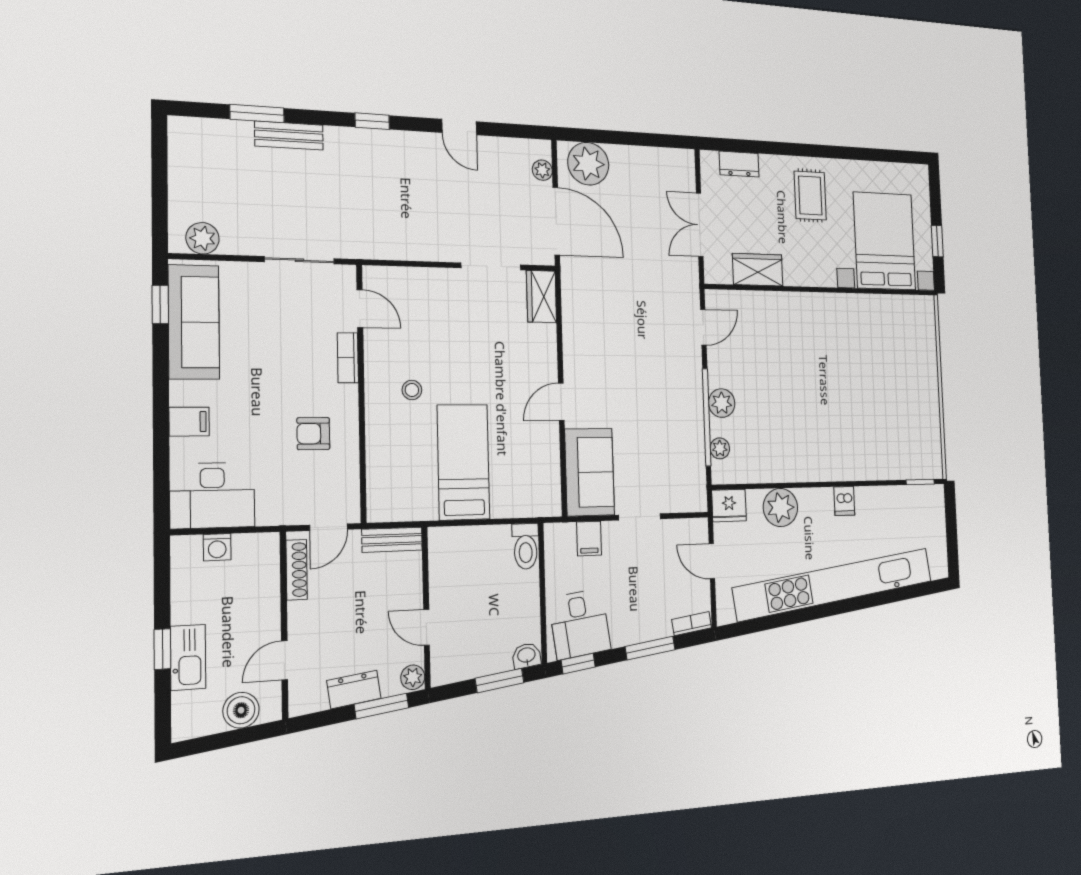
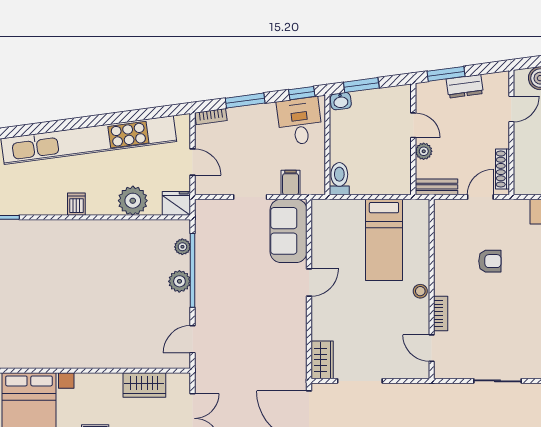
door: (360, 309) -> (432, 348), moved
bookcase: (348, 358) -> (441, 314), moved
wall: (361, 393) -> (432, 289), moved
plant: (413, 677) -> (424, 151), moved

